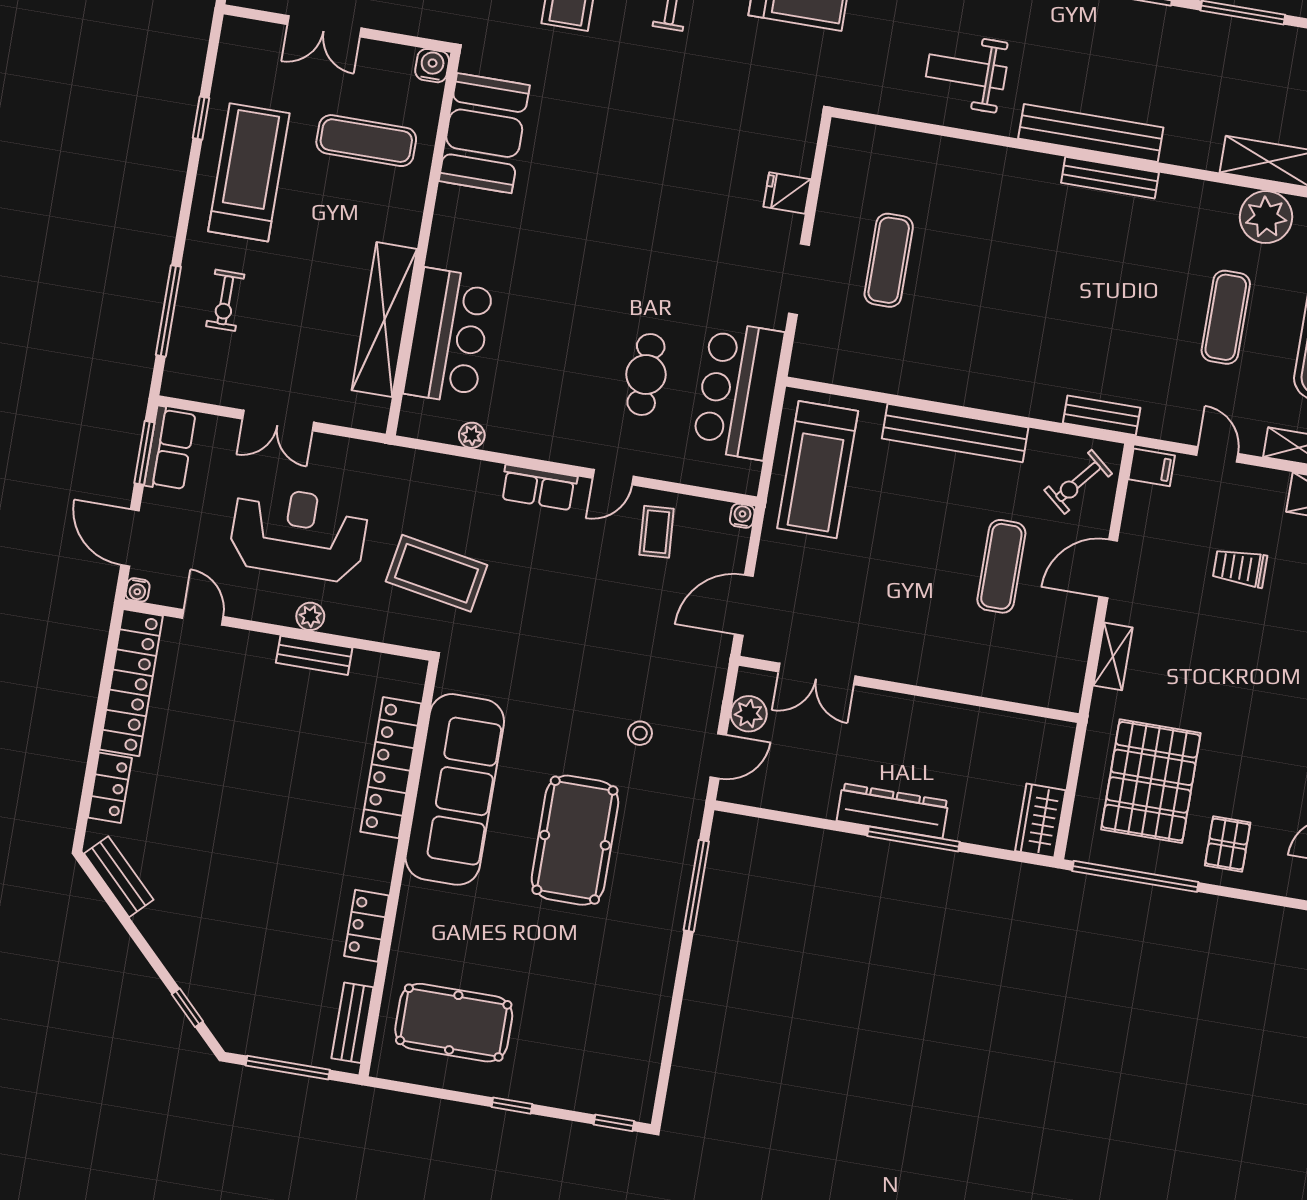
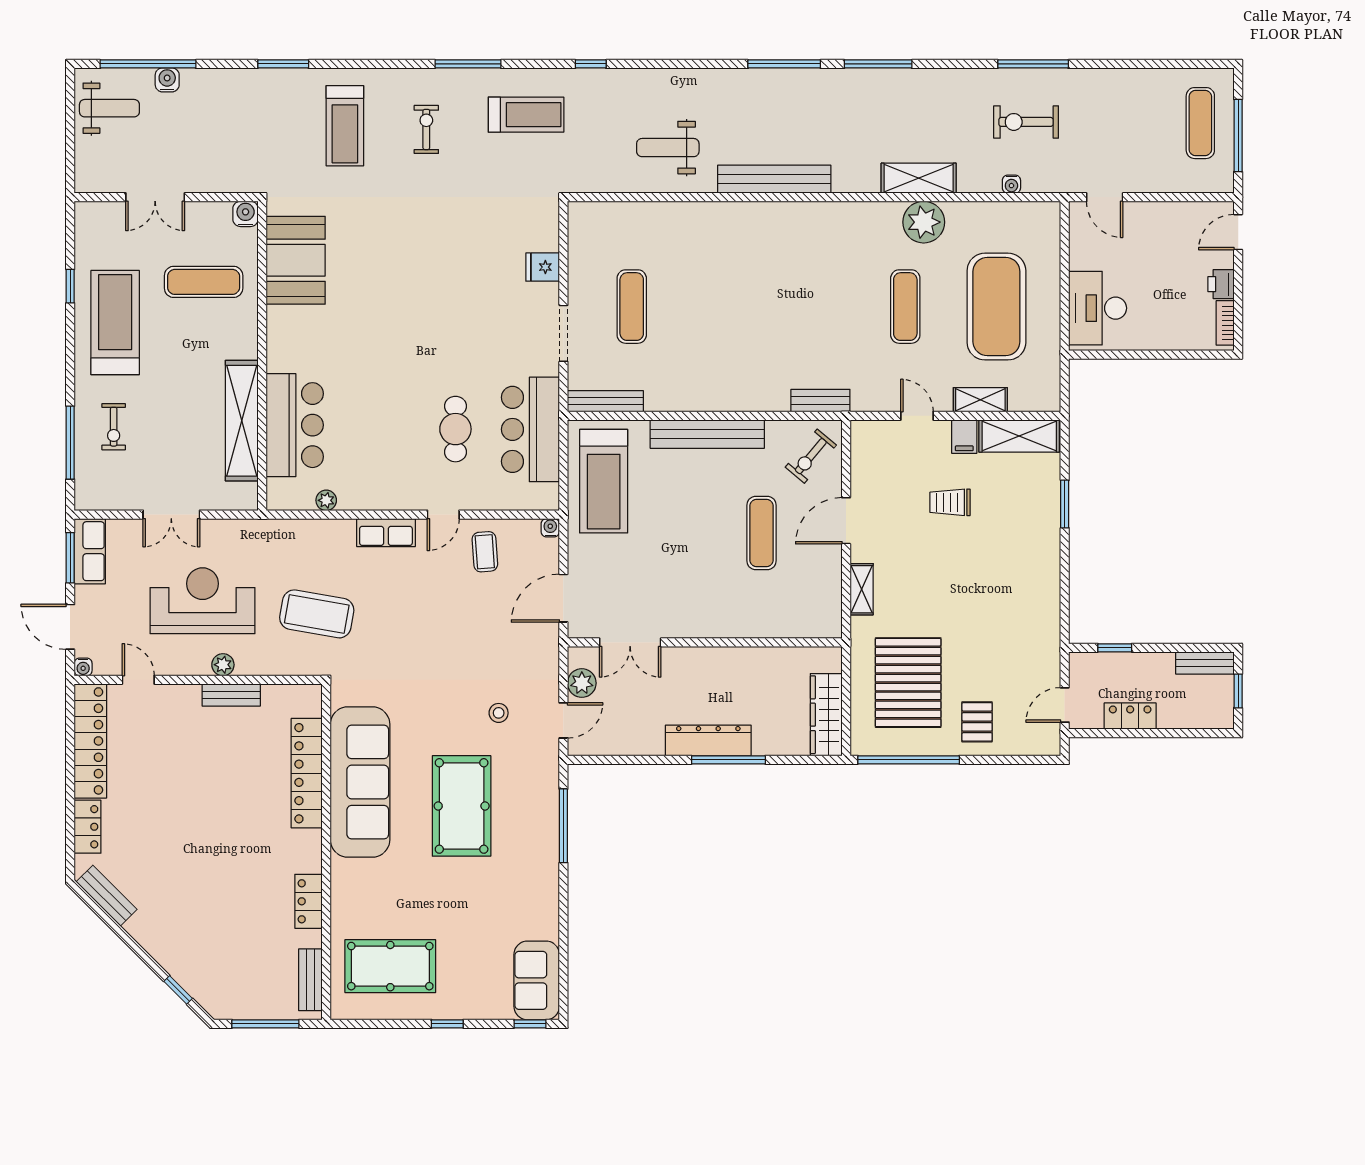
bench: (1110, 178) -> (605, 401), moved
filing cabinet: (1152, 467) -> (964, 437), moved, turned 90
wardrobe: (1040, 821) -> (826, 715), width x1.50
sofa: (631, 1071) -> (537, 980), added

